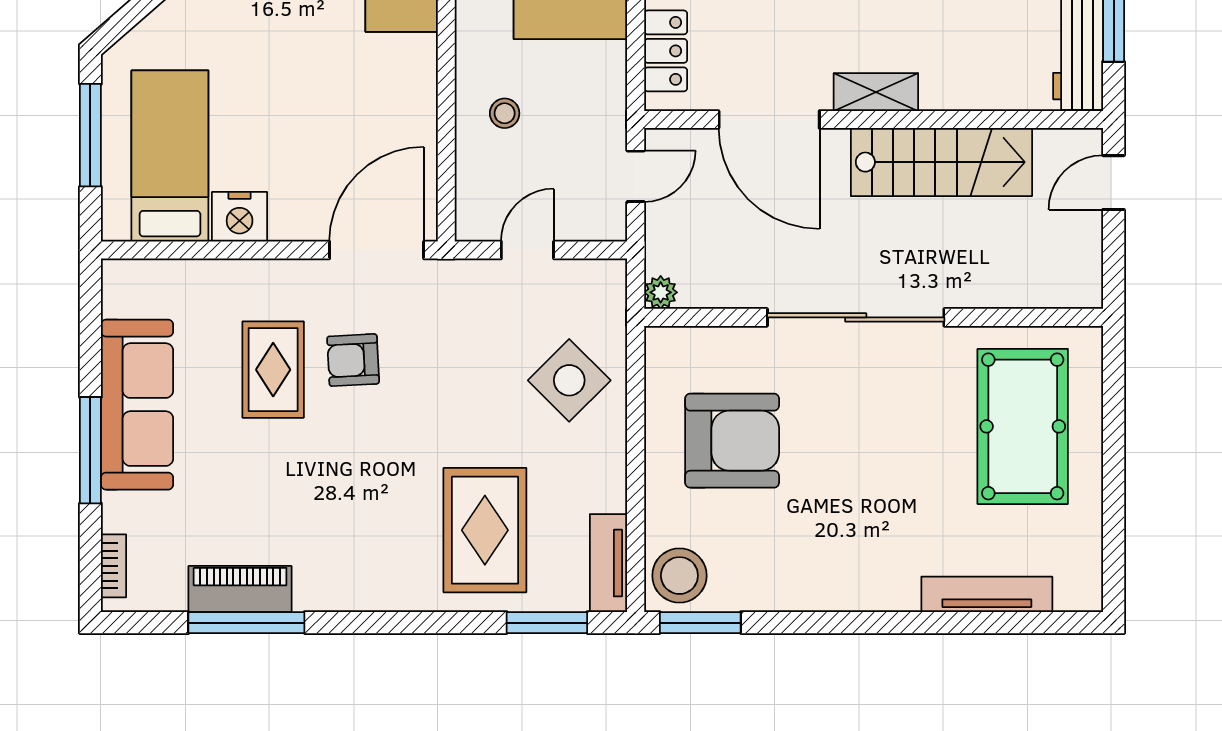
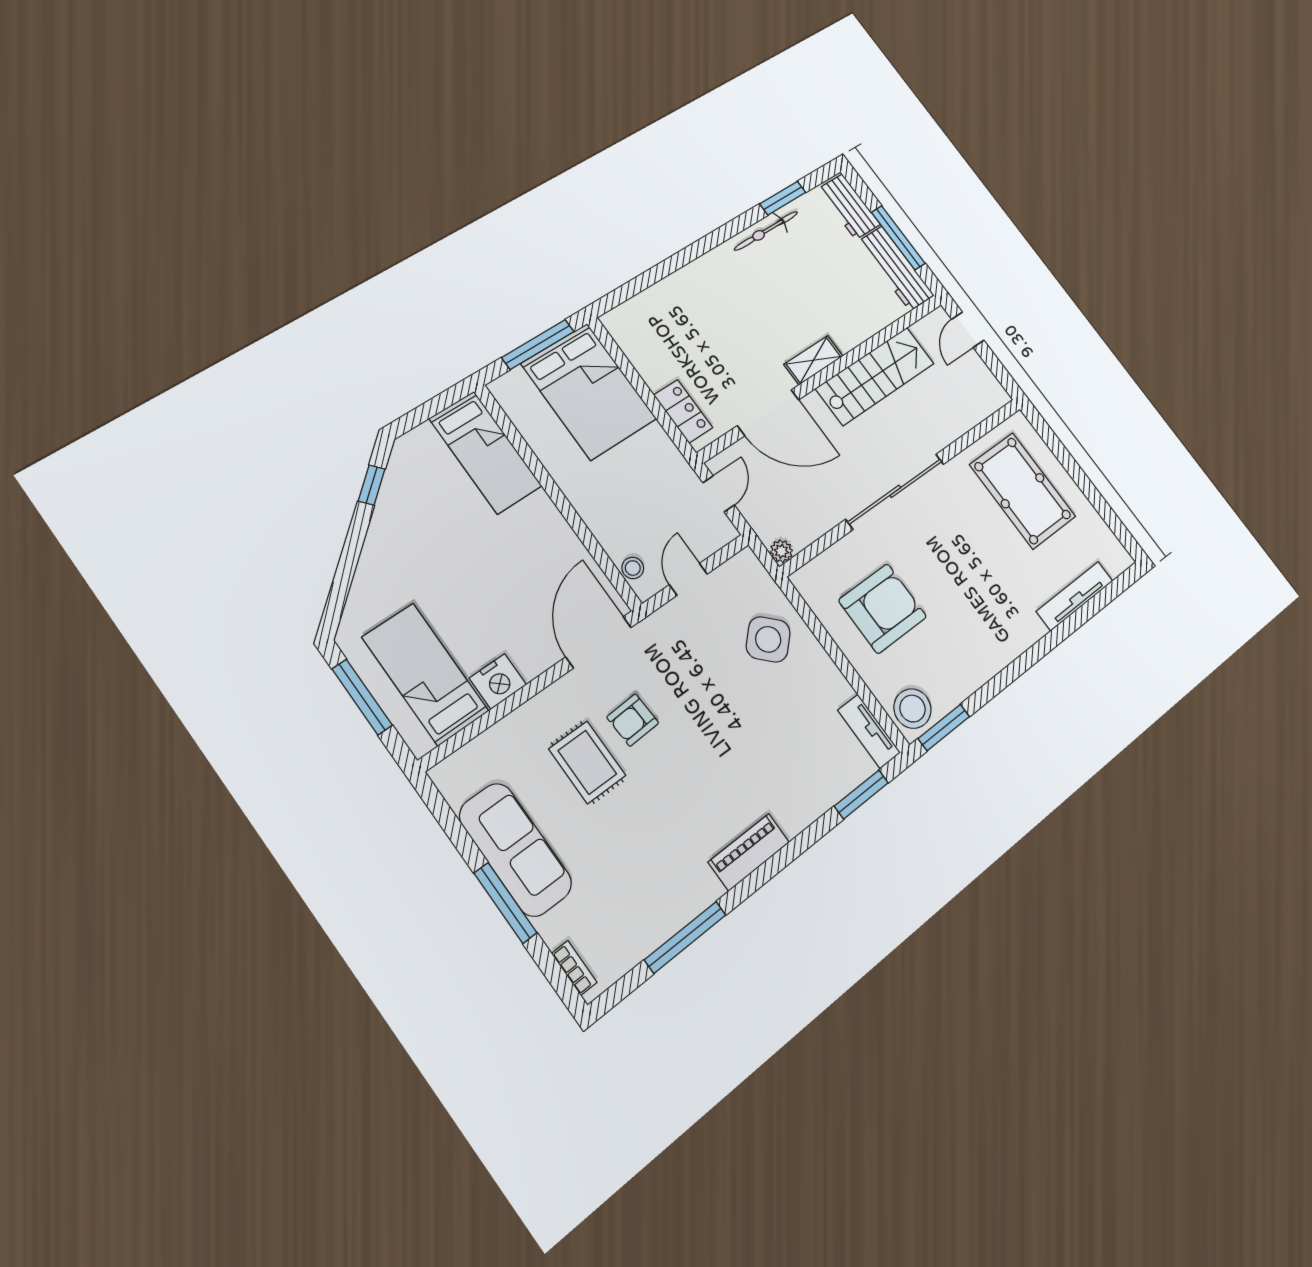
stool: (505, 113) -> (633, 568), moved
rug: (485, 530) -> (786, 766), removed
piano: (240, 589) -> (749, 852), moved

